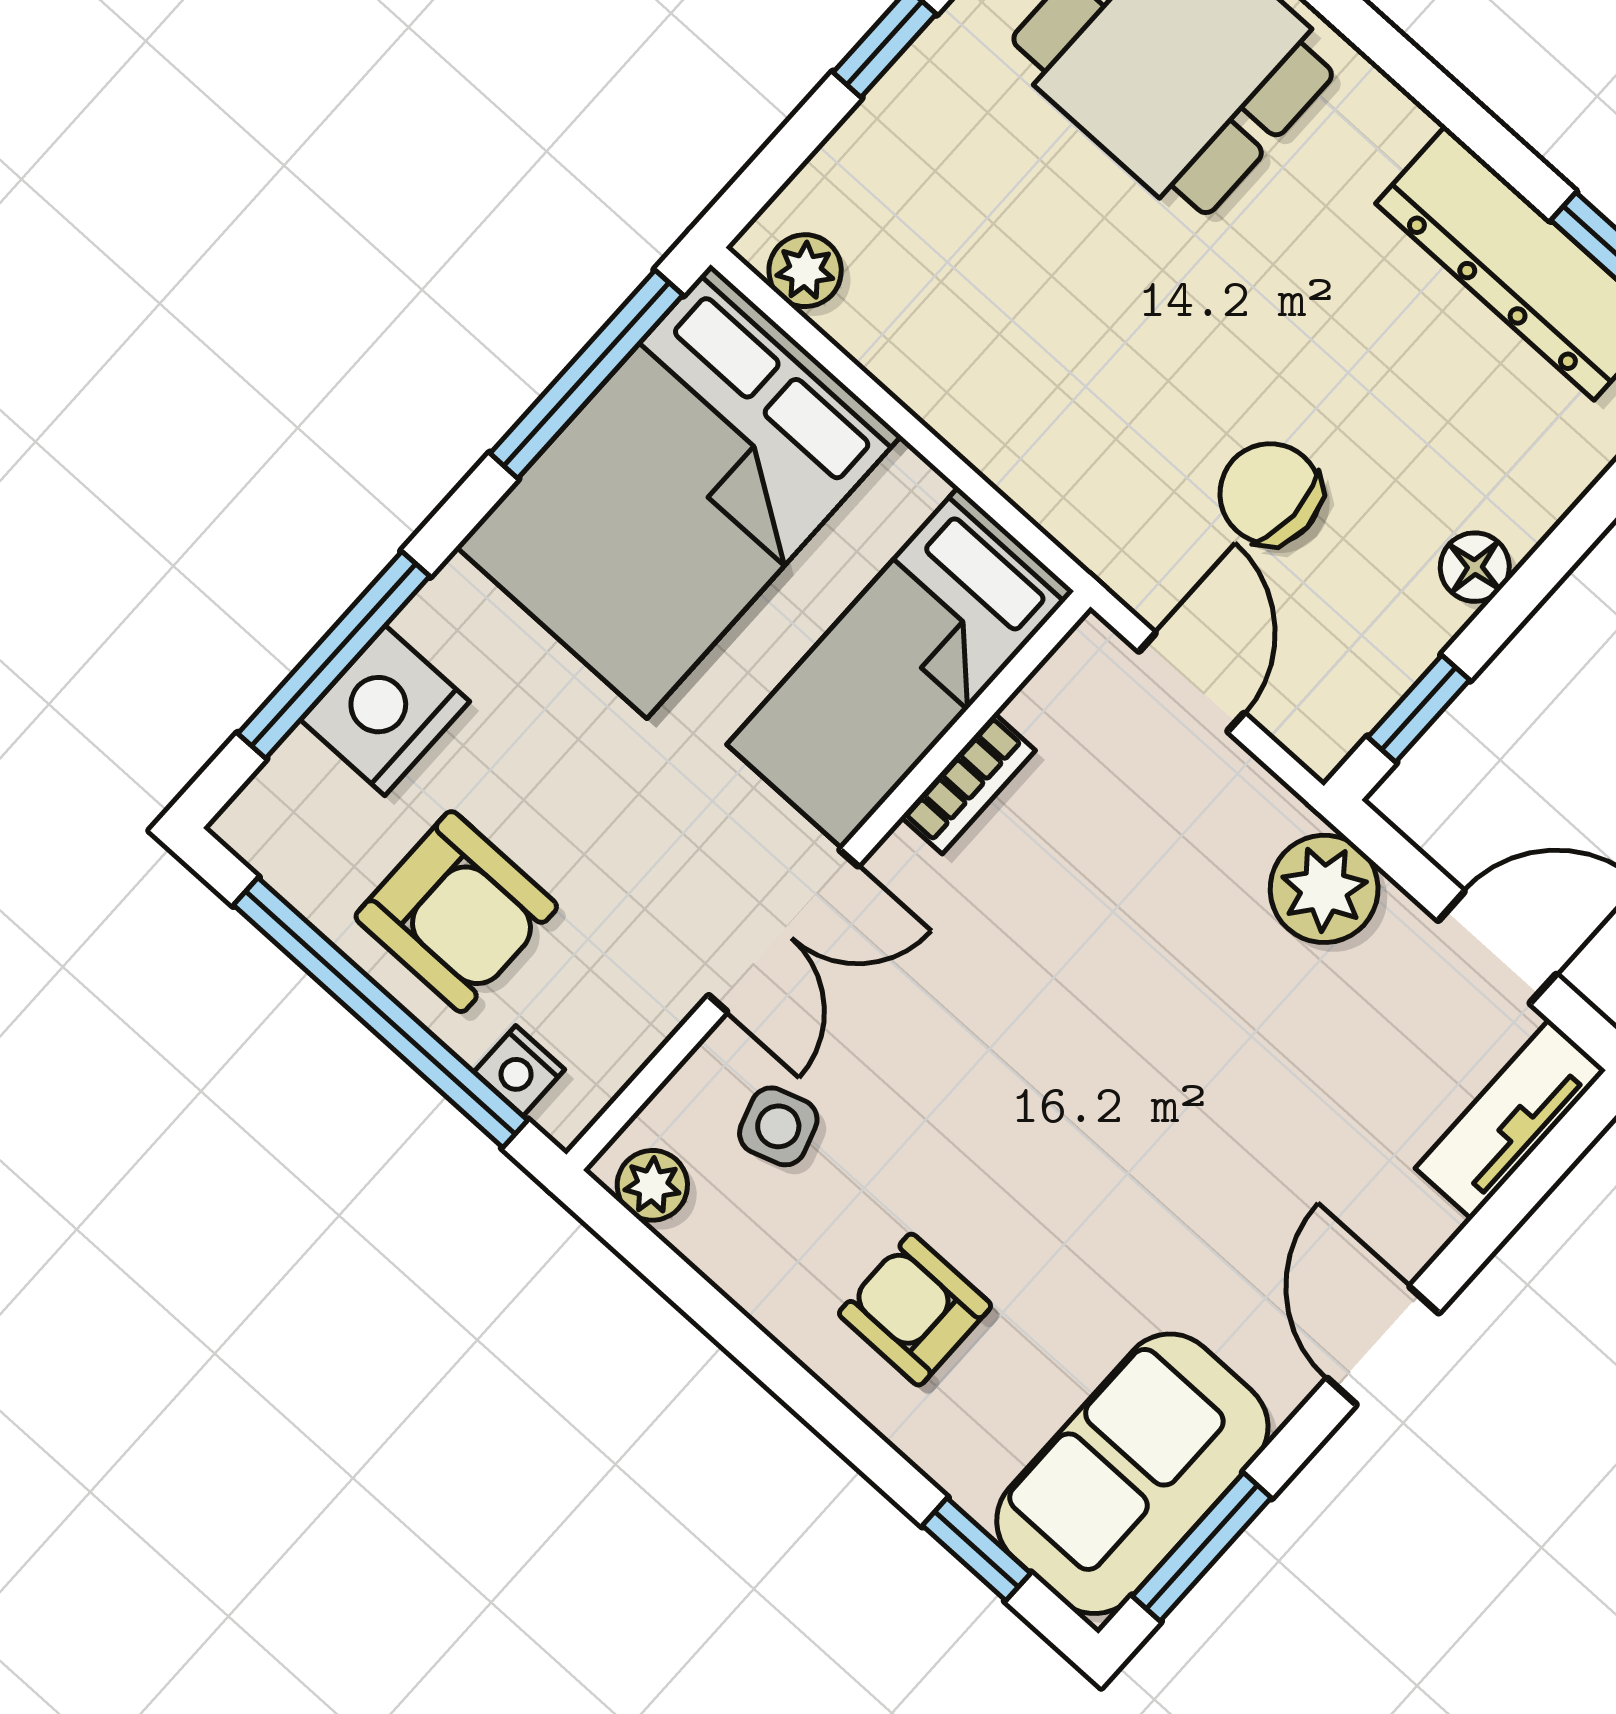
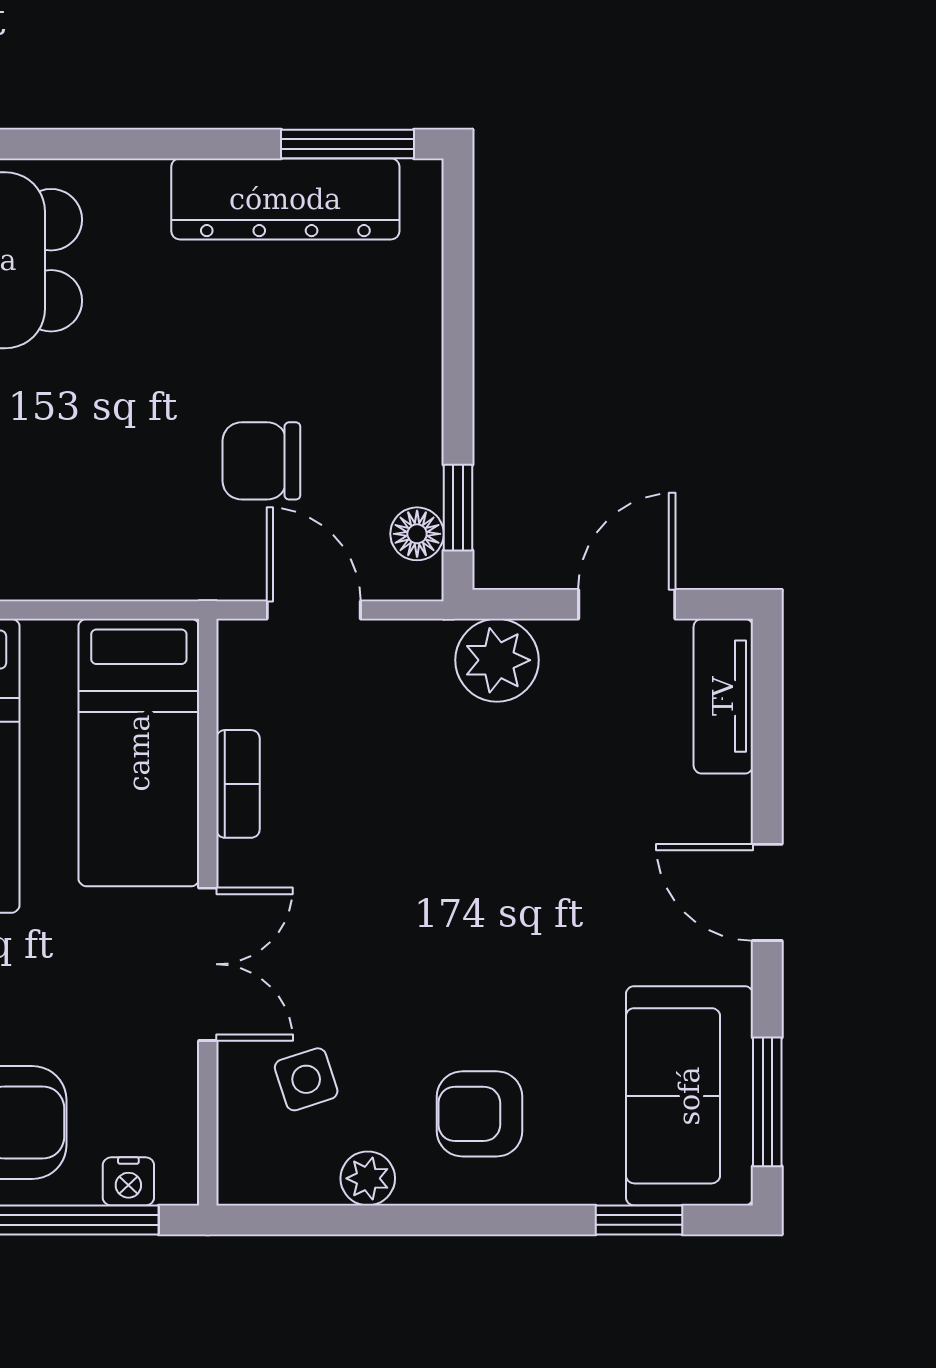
floor lamp: (1475, 567) -> (417, 534), moved
plant: (652, 1185) -> (368, 1178), moved

